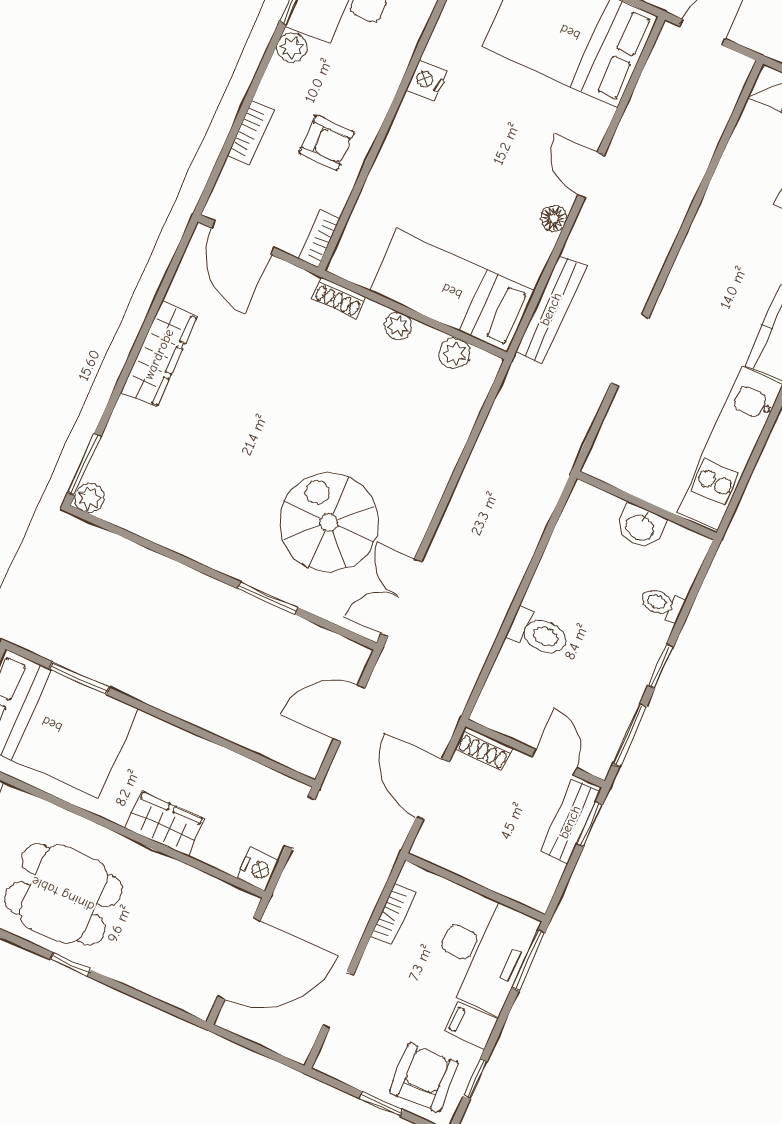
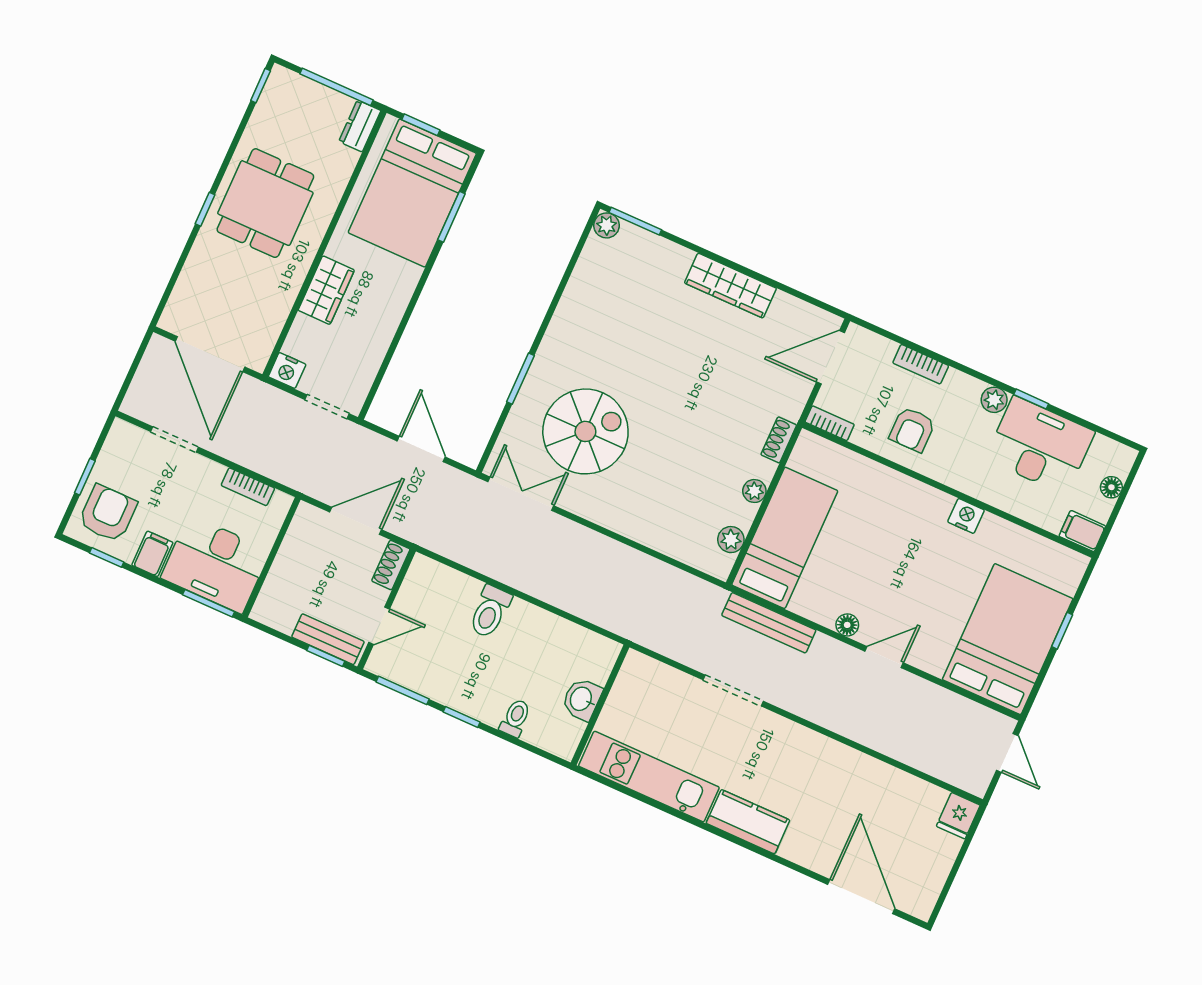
armchair: (424, 1078) -> (108, 513), turned -87

